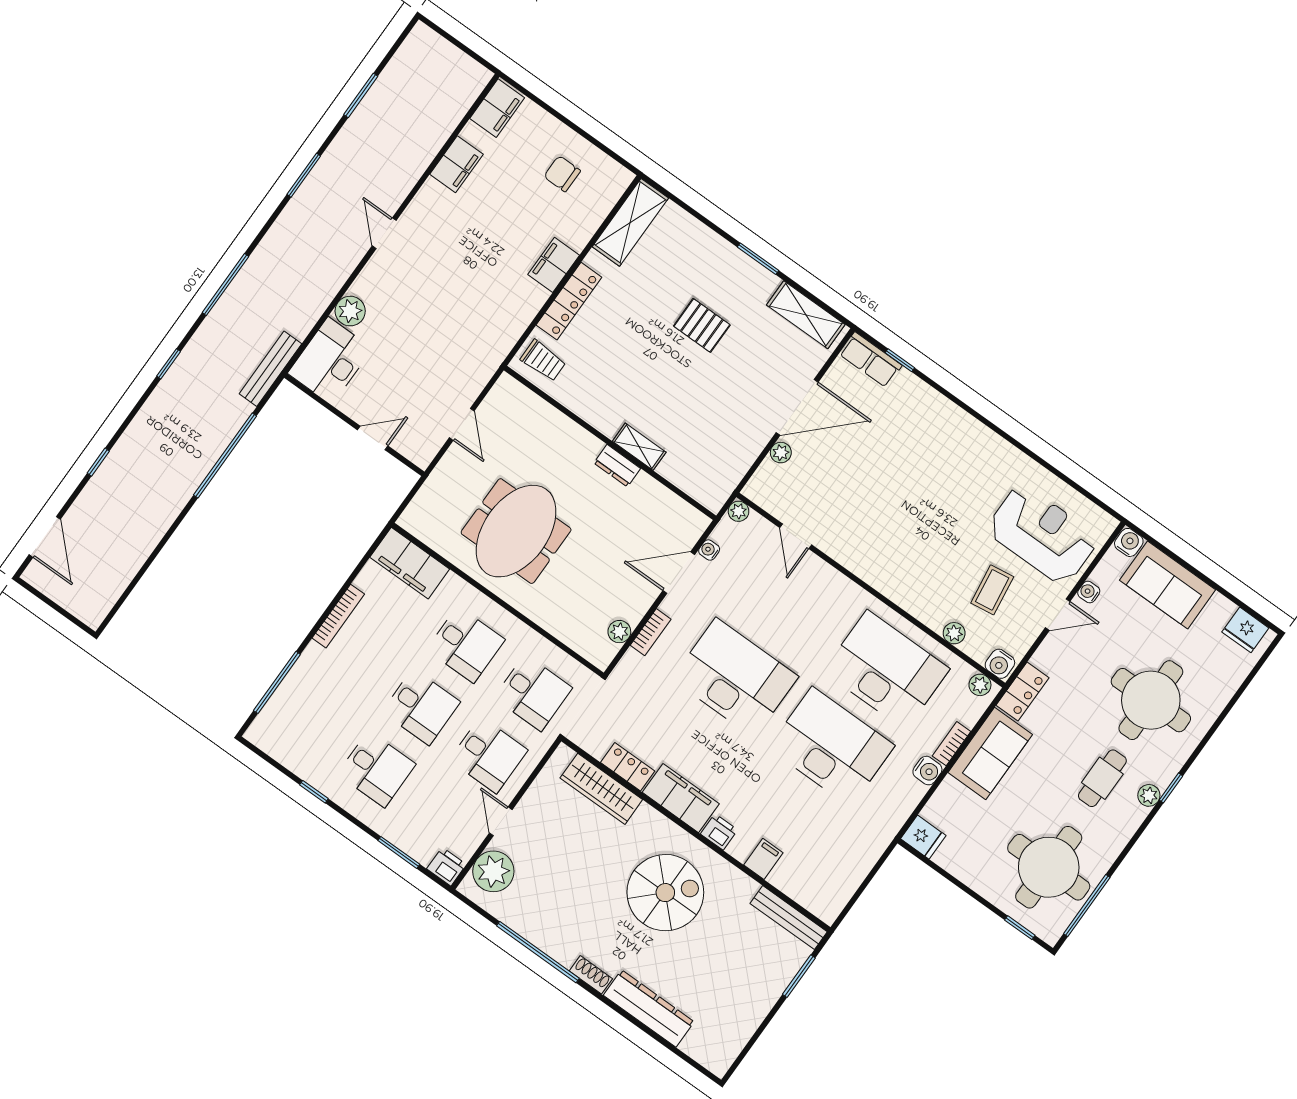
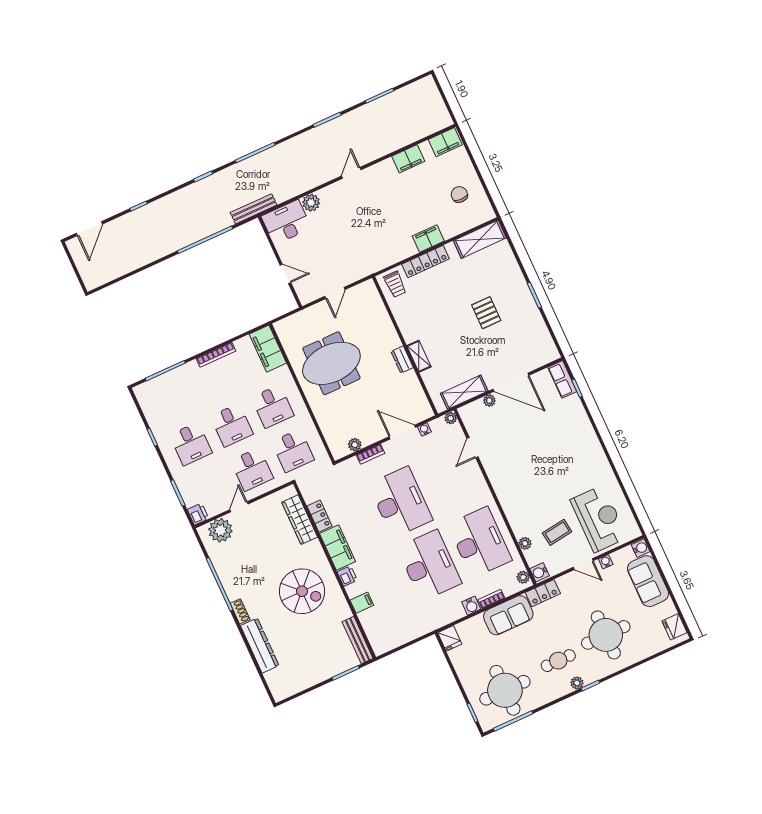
shelving: (806, 315) -> (464, 392), moved, turned 90

